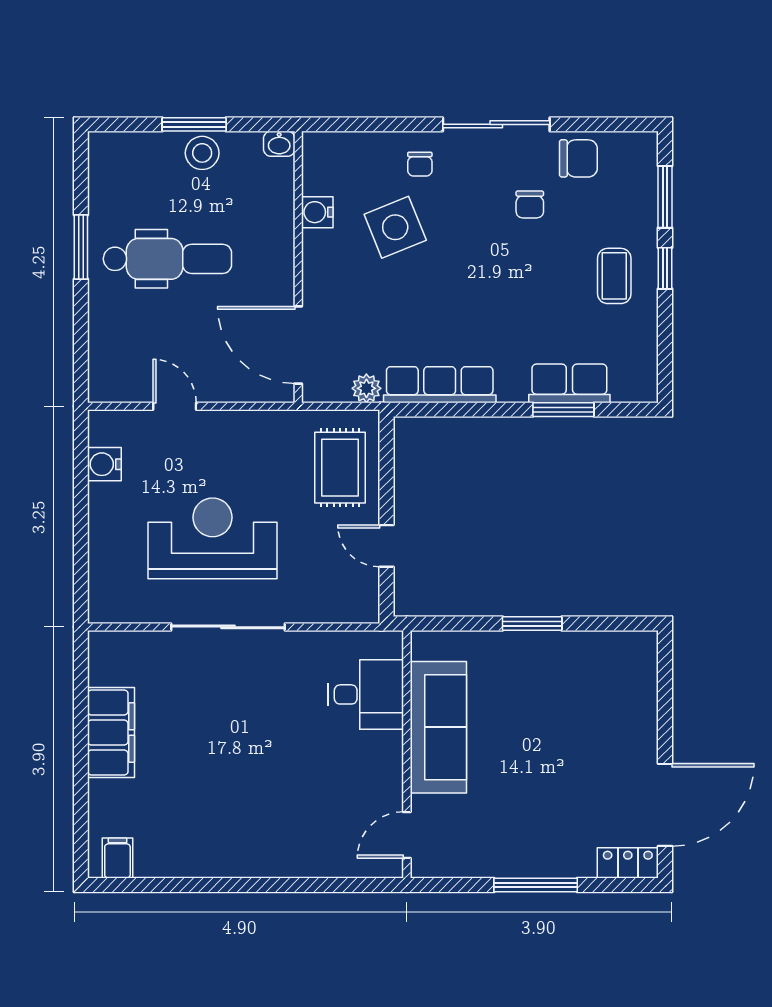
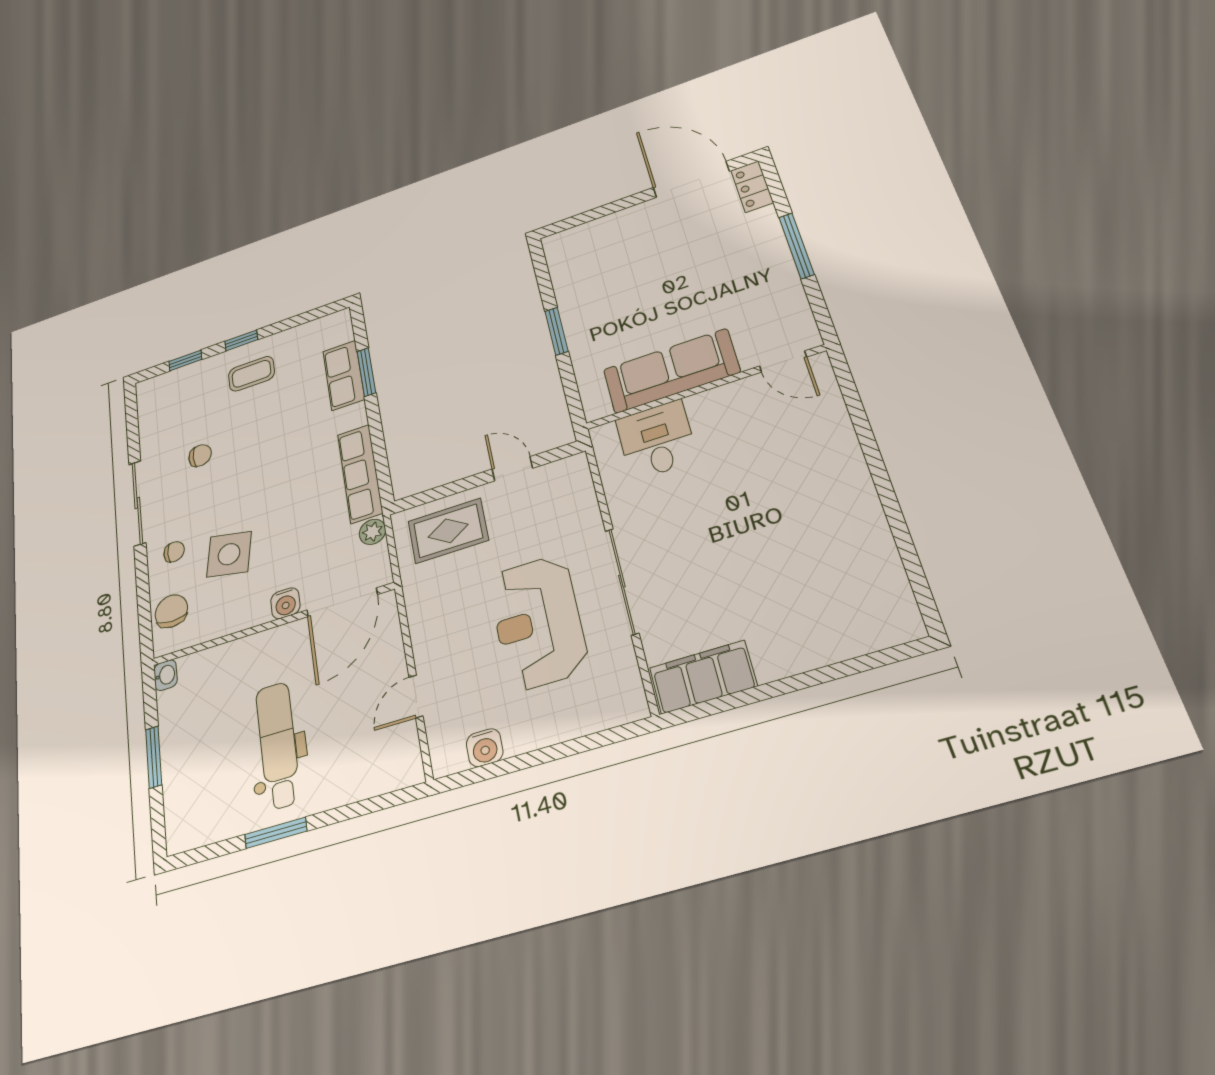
stool: (202, 153) -> (179, 742), removed
chair: (578, 158) -> (171, 611), moved
window: (665, 197) -> (185, 360), width x0.67
water cooler: (317, 212) -> (285, 603), moved
side table: (395, 227) -> (229, 554), turned 33
door: (387, 546) -> (512, 469), swing flipped
filing cabinet: (111, 733) -> (703, 677), moved
filing cabinet: (117, 858) -> (897, 613), removed

